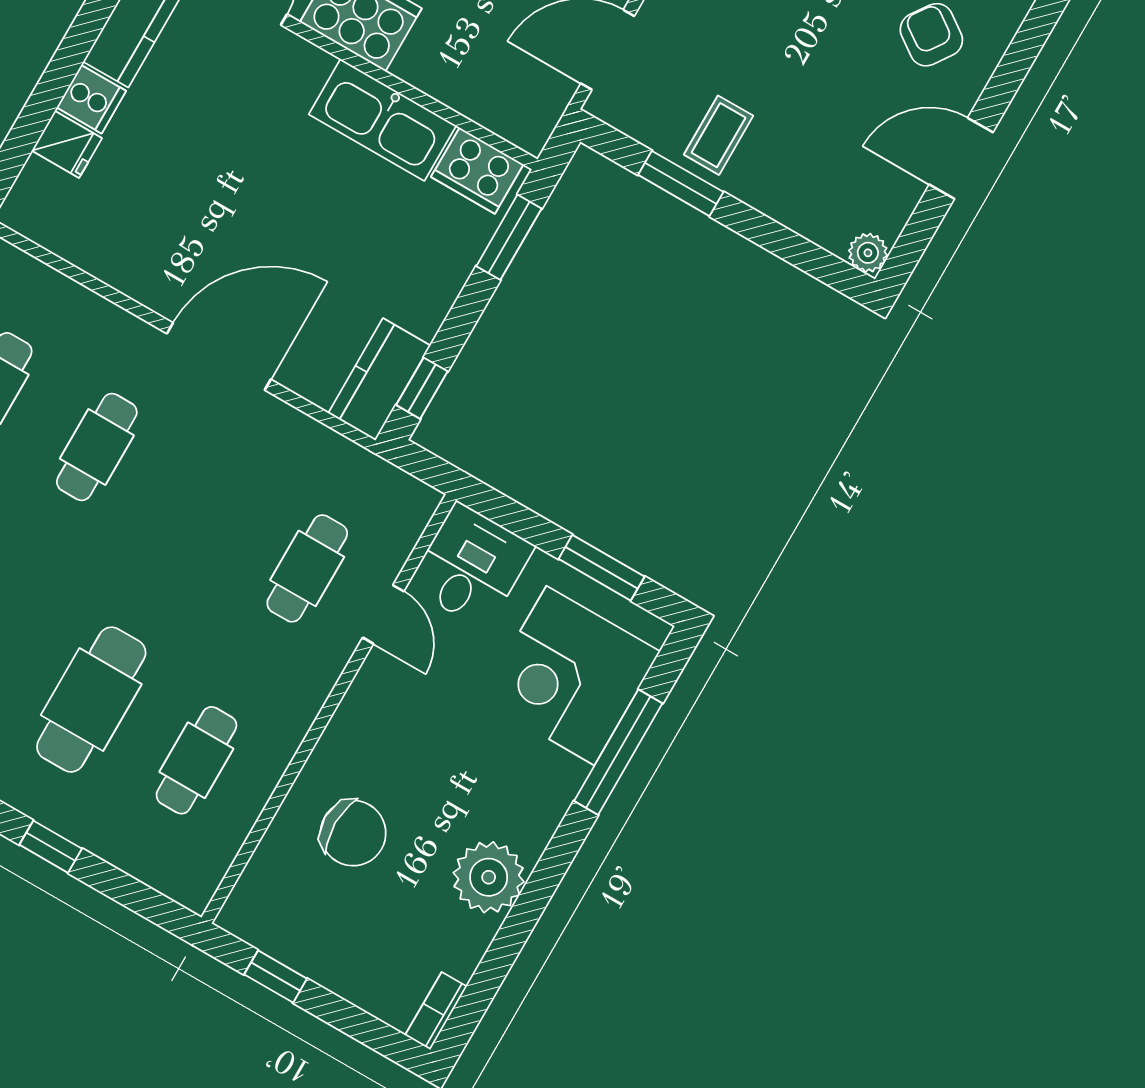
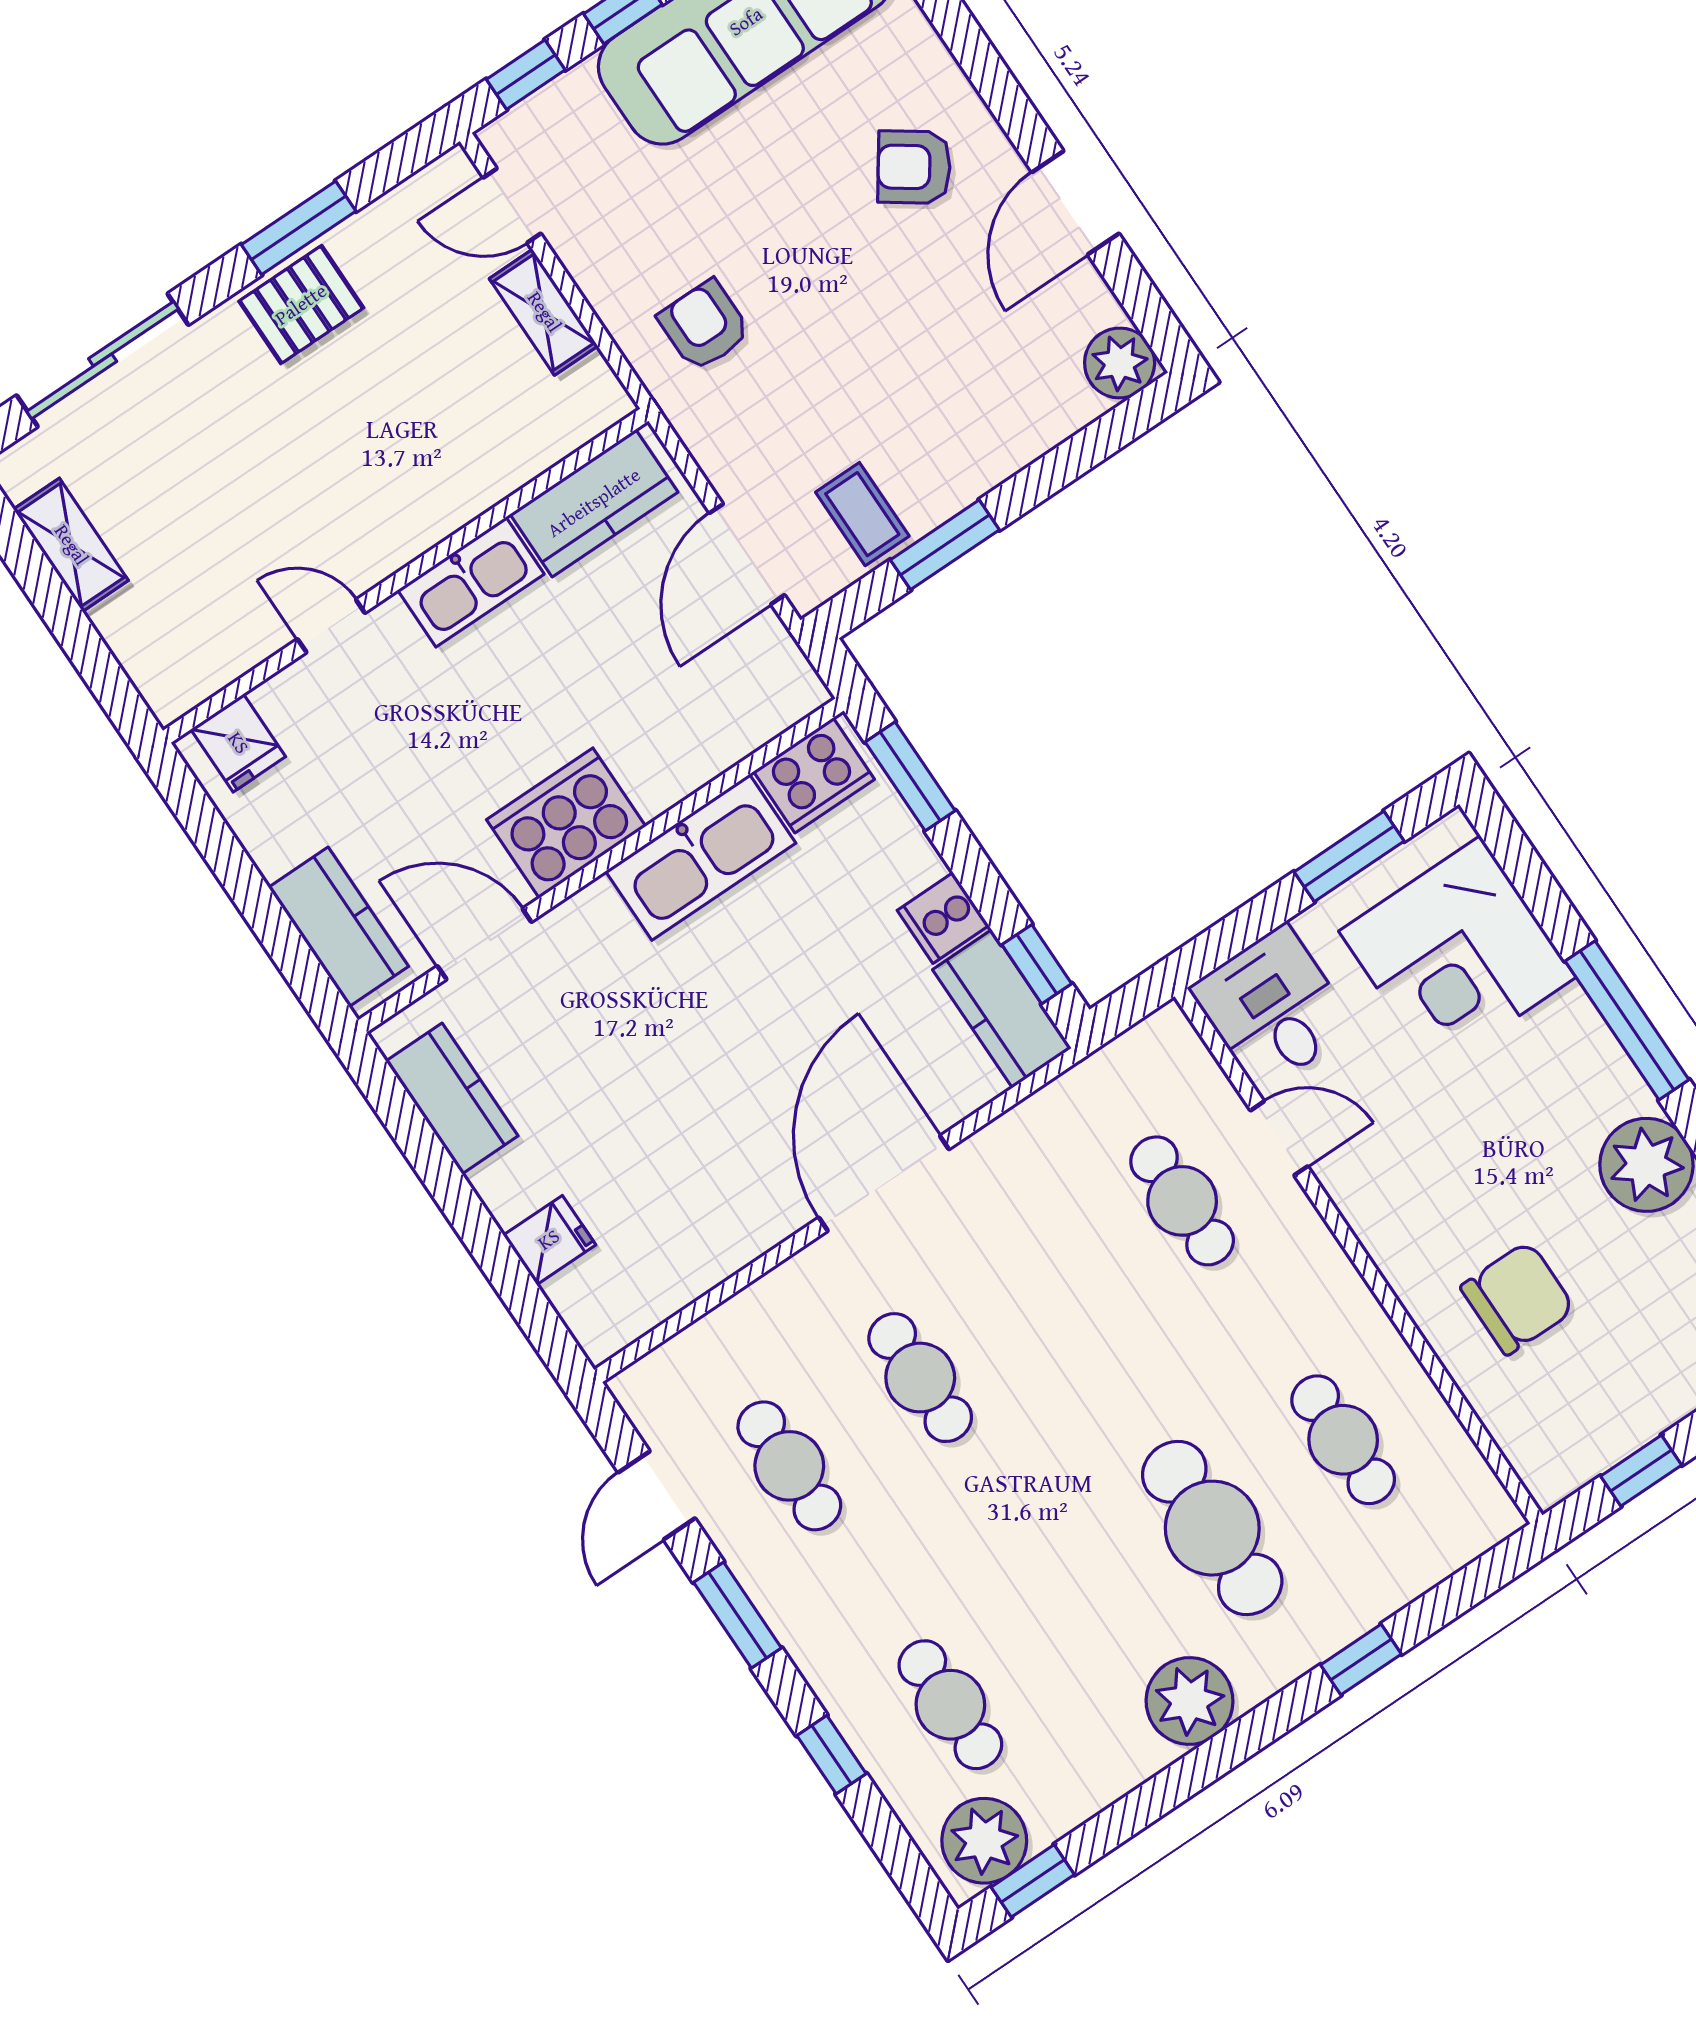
cooker: (91, 99) -> (943, 918), moved, turned 180
coffee table: (719, 135) -> (862, 514), moved
plant: (868, 253) -> (1120, 363), width x1.38, depth x1.38
window: (618, 752) -> (1627, 1020), moved

